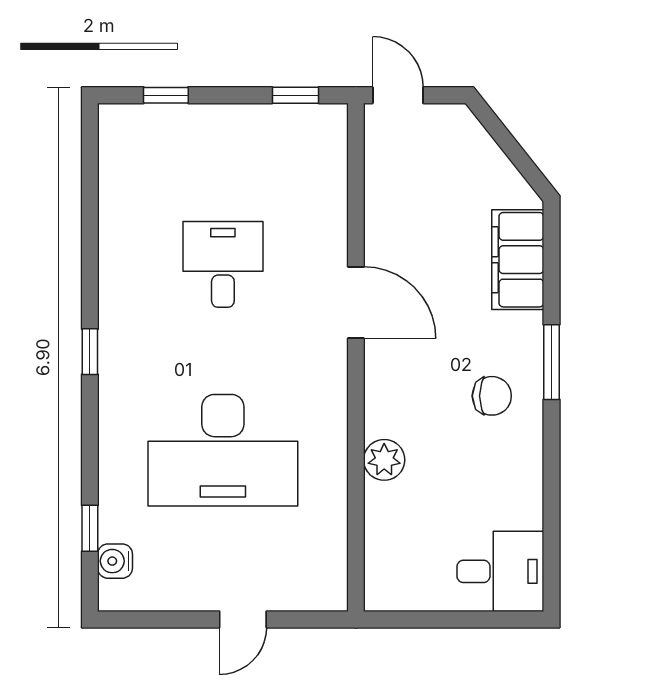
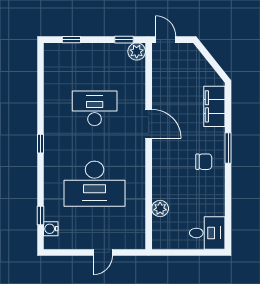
plant: (327, 124) -> (137, 51), added
desk: (223, 264) -> (95, 108), width x1.37
plant: (384, 460) -> (160, 208), moved

